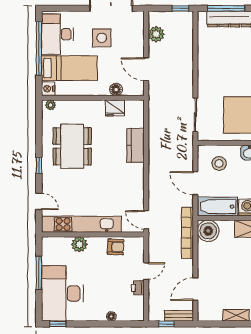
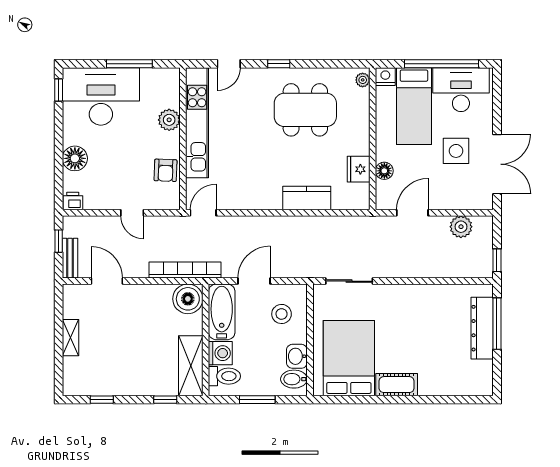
printer: (138, 288) -> (73, 201), moved
floor lamp: (111, 316) -> (75, 158), width x1.89, depth x1.89

